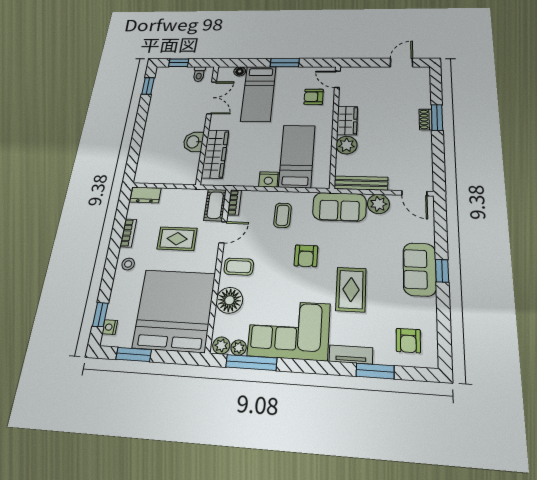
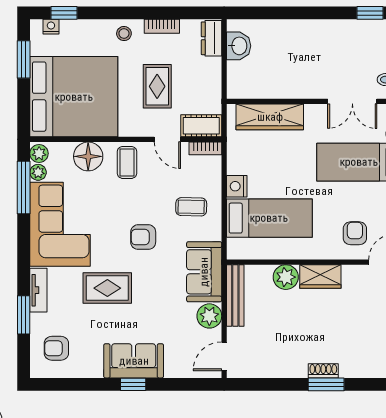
washbasin: (193, 142) -> (239, 46), moved, turned 90

